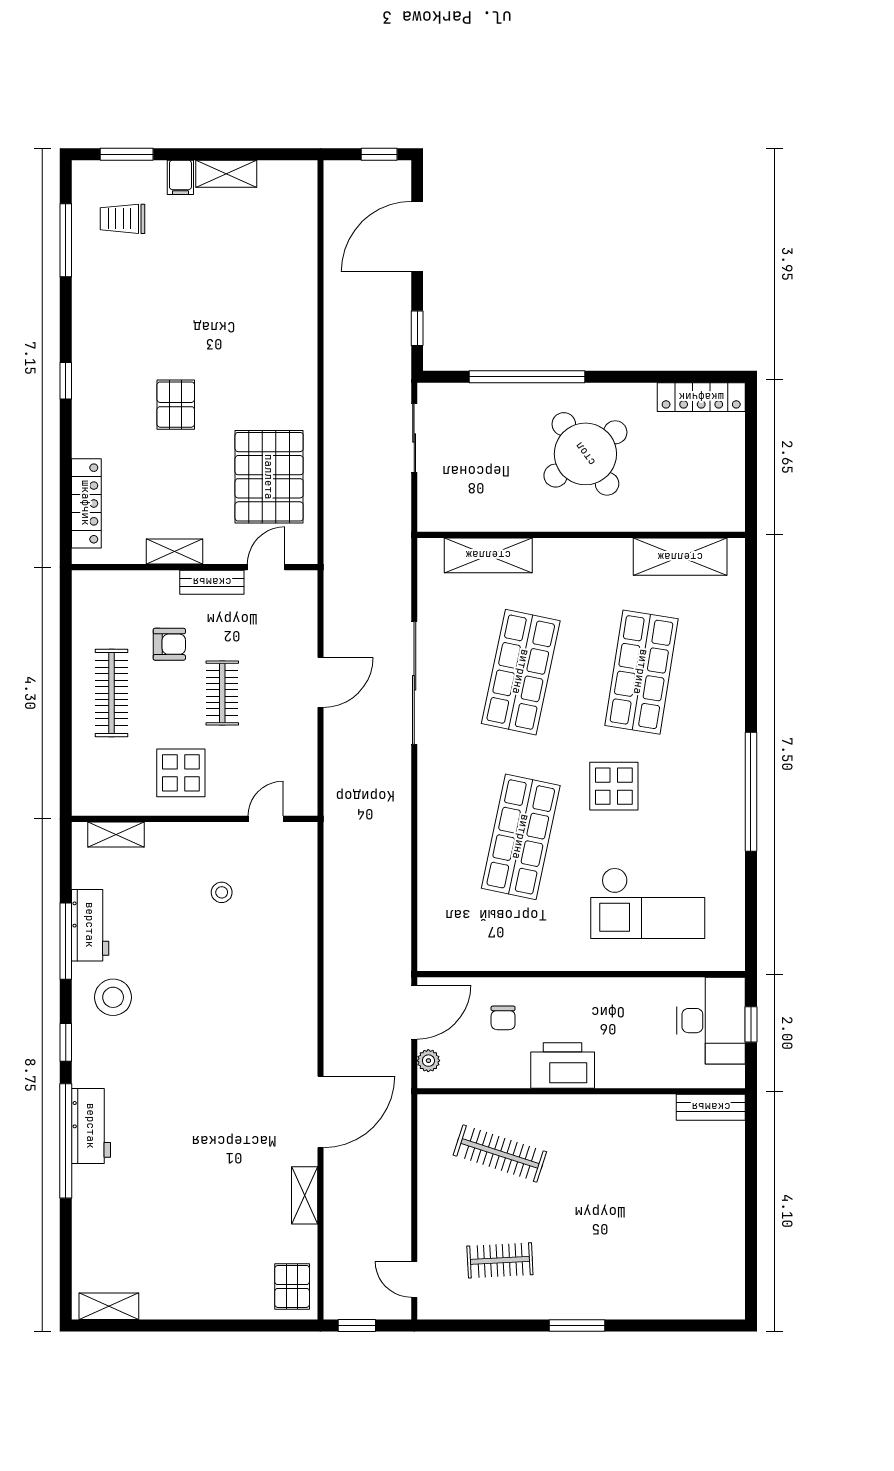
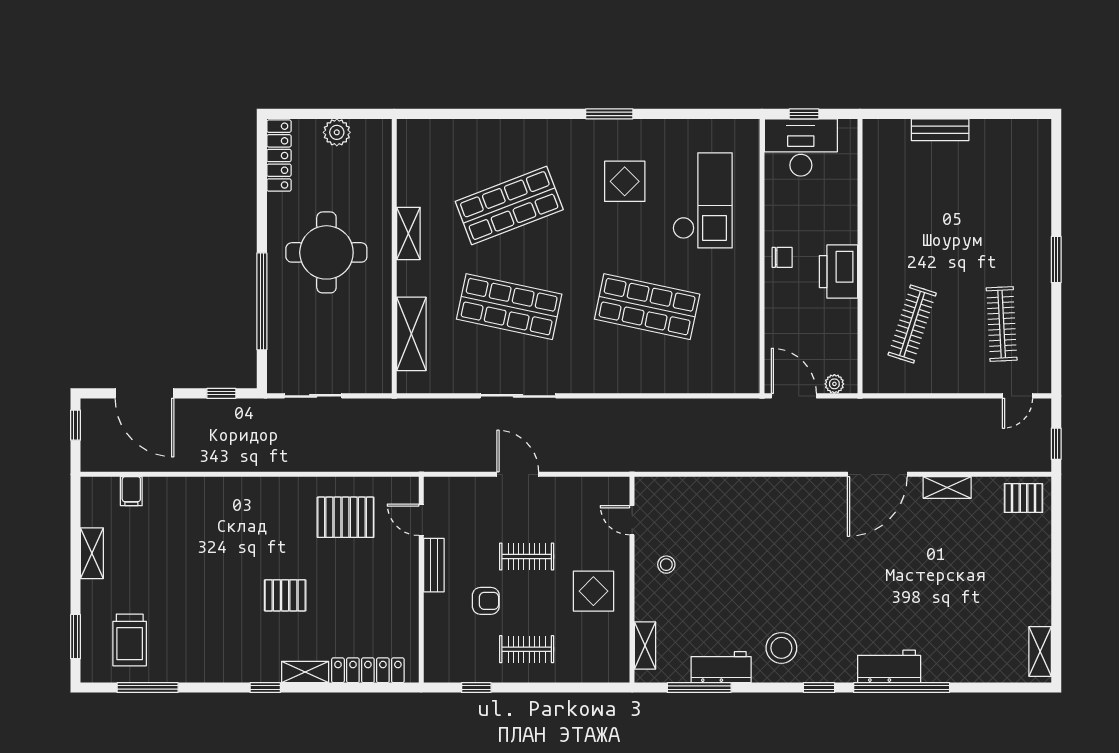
filing cabinet: (180, 177) -> (131, 491), moved, turned 90
trolley: (123, 219) -> (130, 640), width x1.36, depth x1.39
round table: (585, 454) -> (326, 252), turned 36
plant: (729, 466) -> (337, 132), added
pallet: (269, 477) -> (346, 517), width x0.73, depth x0.71
shelving: (174, 552) -> (305, 672), moved, turned 90
shelving: (680, 557) -> (408, 233), moved, width x0.67, depth x0.75
window: (66, 633) -> (476, 688), added
armchair: (169, 644) -> (486, 601), turned 90
shop shelf: (641, 672) -> (509, 206), turned -30
sliding door: (414, 683) -> (518, 396), width x0.73
clothes rail: (112, 693) -> (527, 649), width x0.73
display table: (614, 786) -> (625, 181), moved
window: (751, 792) -> (609, 114), width x0.47
stool: (222, 892) -> (666, 565), moved
window: (66, 941) -> (699, 688), moved
chair: (503, 1018) -> (782, 257), moved
bench: (711, 1107) -> (940, 130), moved, turned 90
door: (320, 1112) -> (877, 474), swing flipped
clothes rail: (500, 1260) -> (1002, 324), width x1.36

